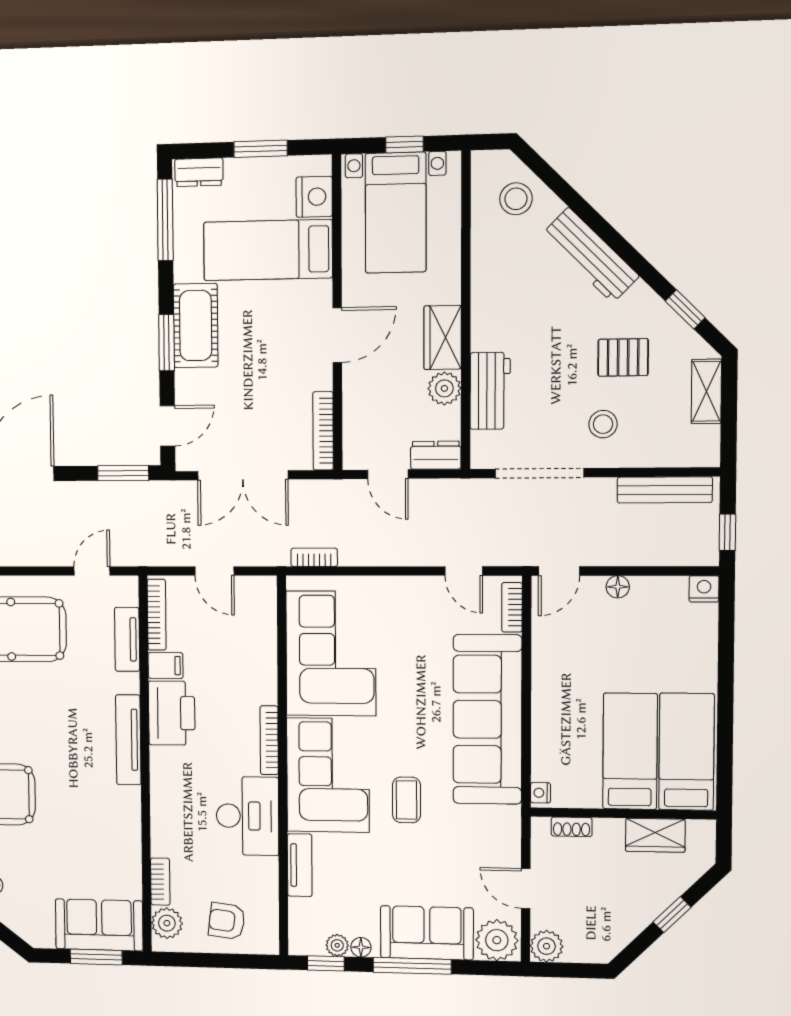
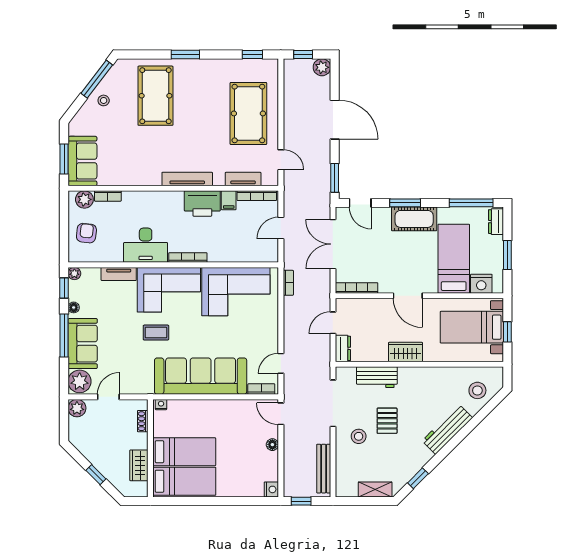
pallet: (623, 357) -> (387, 421), moved
plant: (444, 388) -> (378, 353), removed
plant: (337, 945) -> (74, 274), moved

